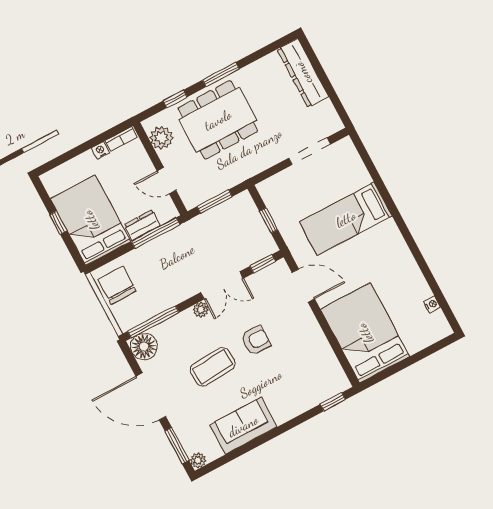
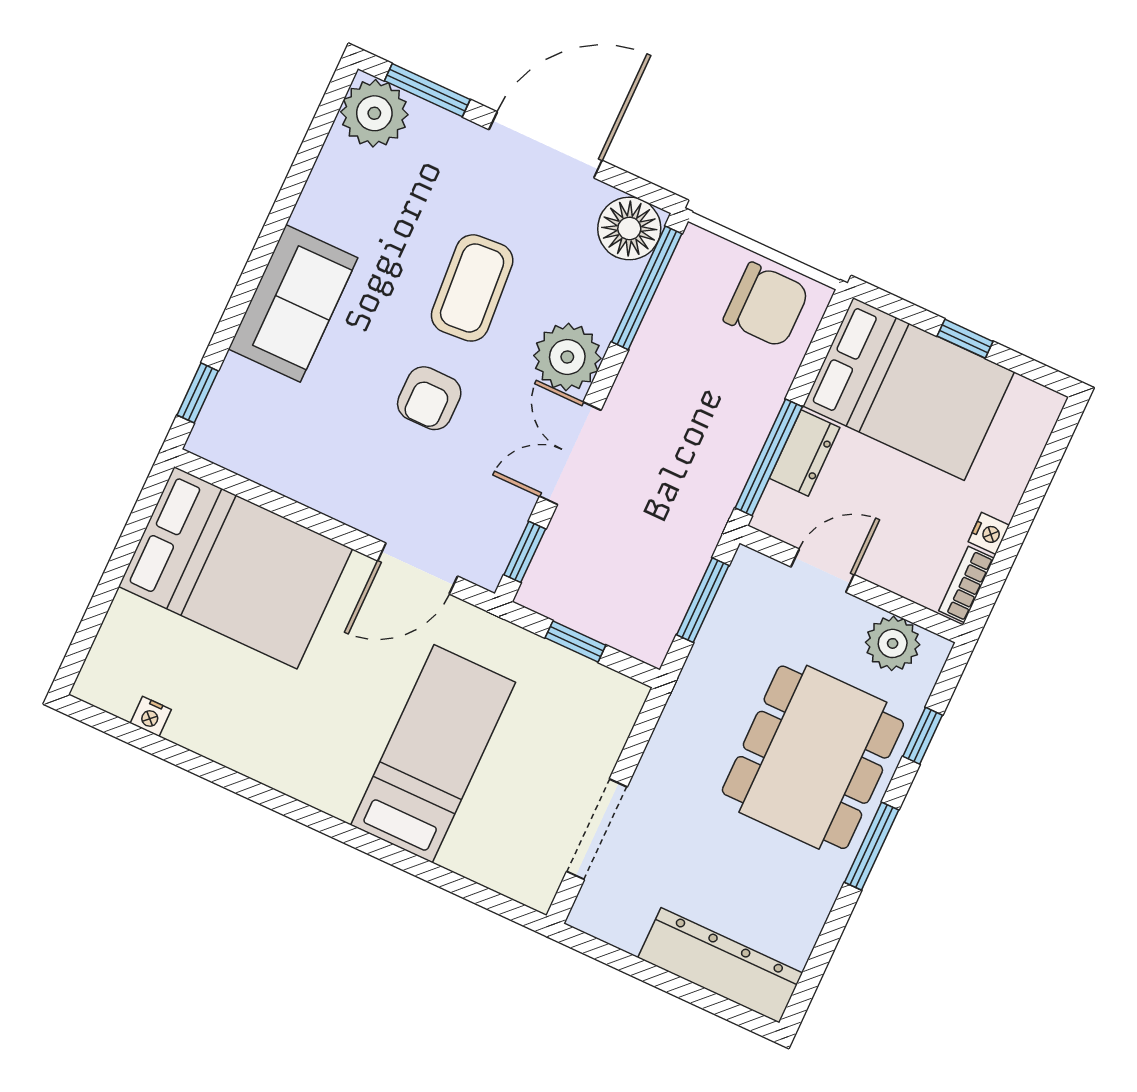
plant: (201, 310) -> (567, 357), width x1.88, depth x1.88
sofa: (243, 426) -> (293, 303), moved
plant: (198, 460) -> (374, 113), width x1.87, depth x1.87

